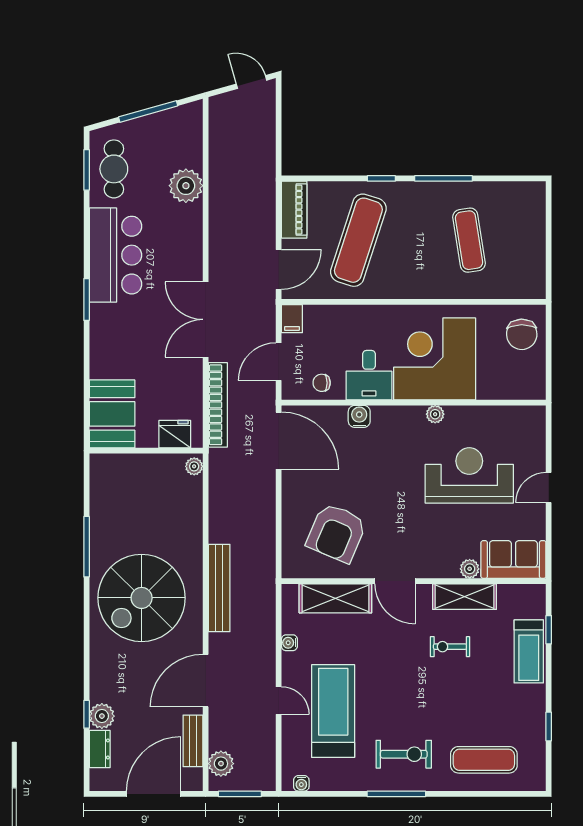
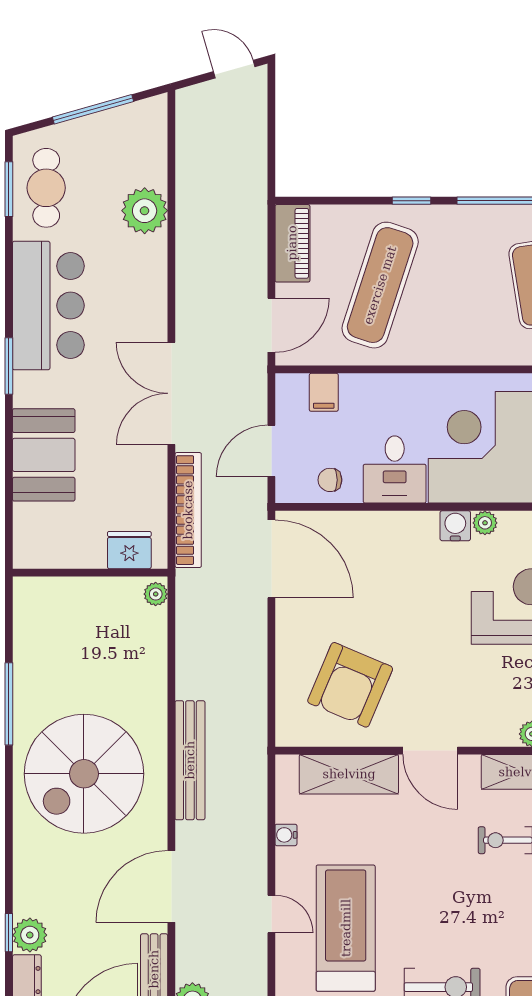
filing cabinet: (292, 319) -> (324, 392), moved
booth: (112, 414) -> (44, 455), moved
water cooler: (359, 416) -> (455, 526), moved

